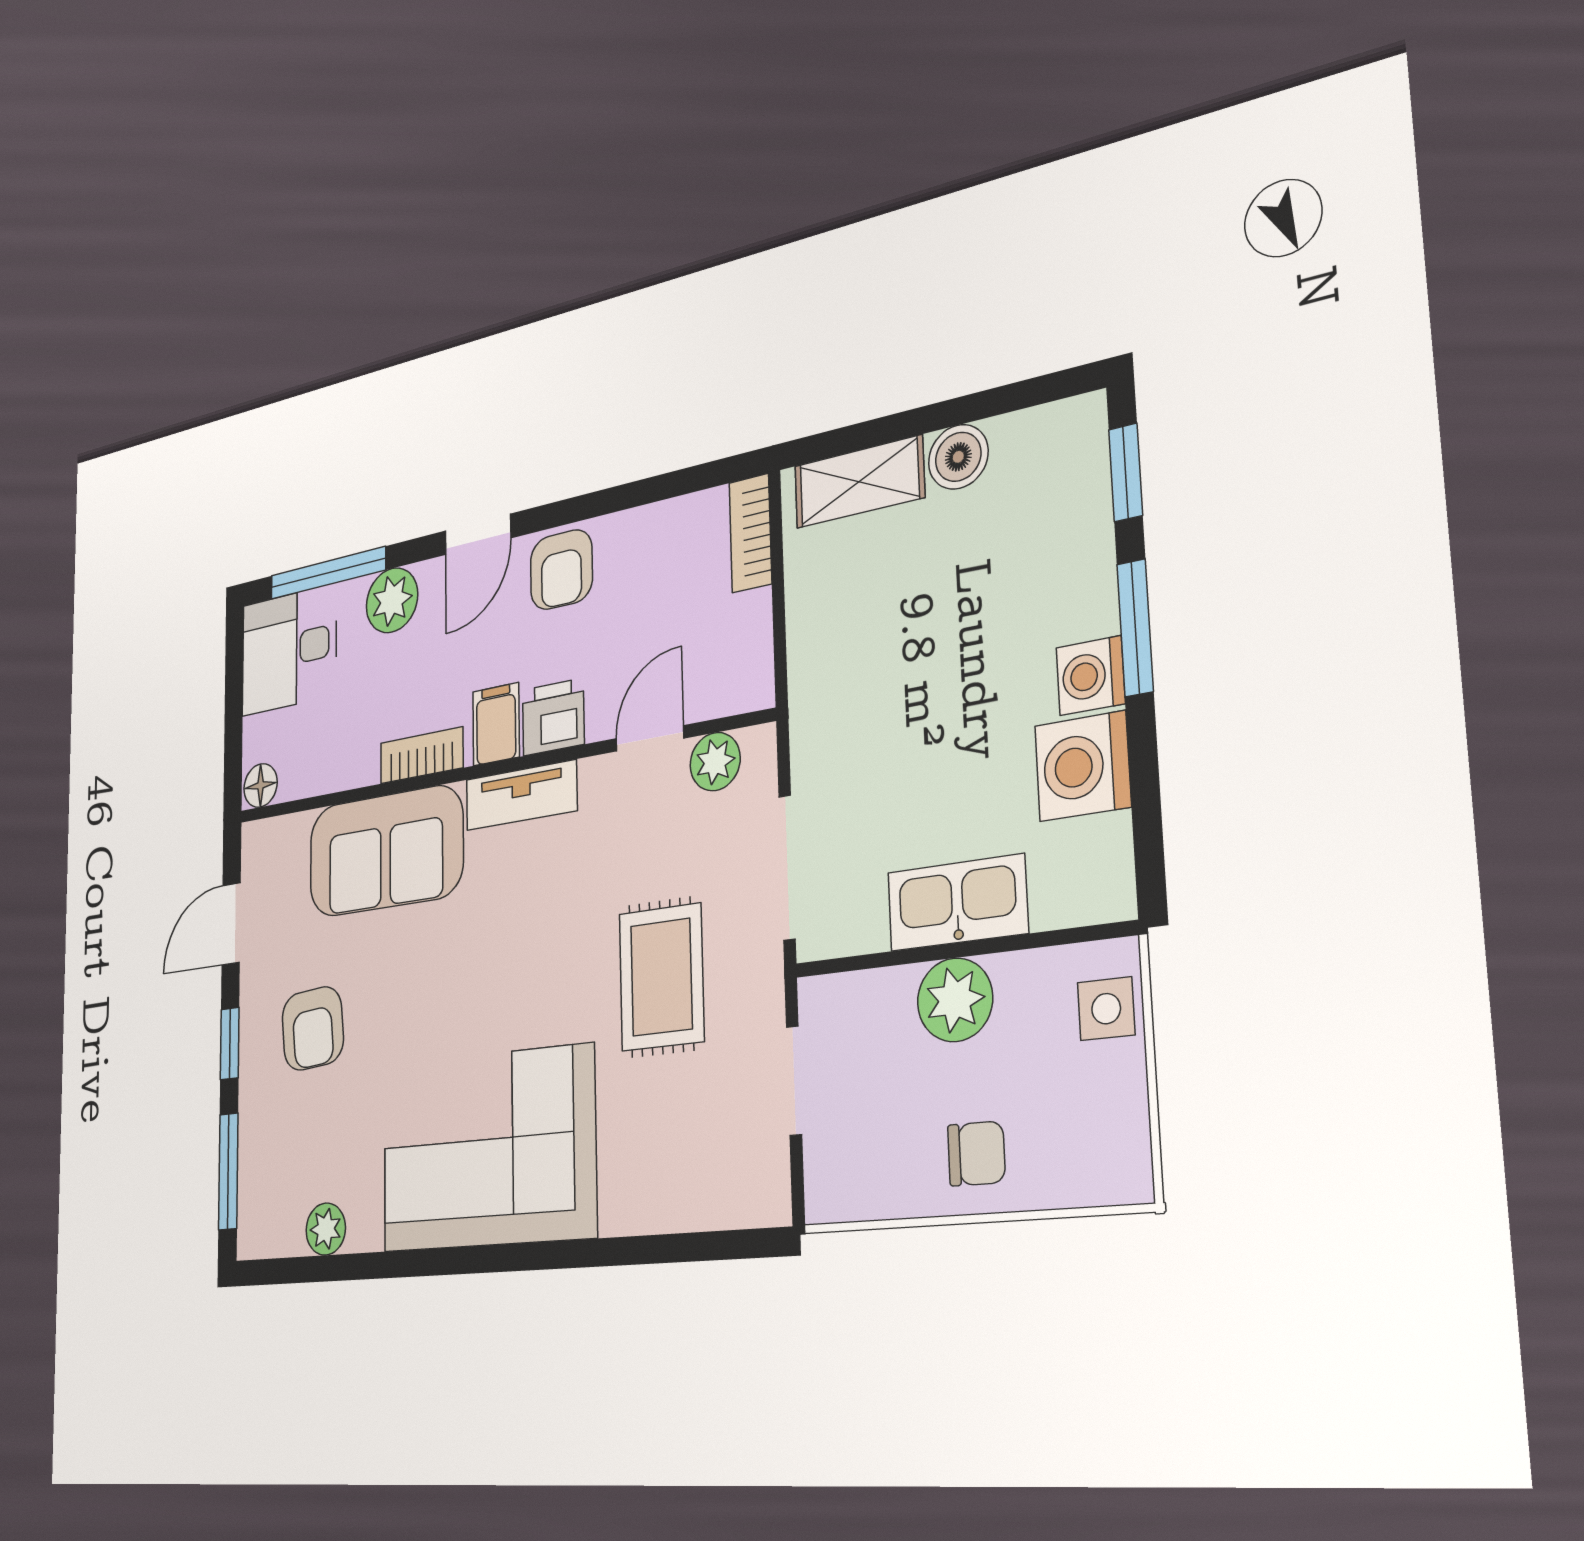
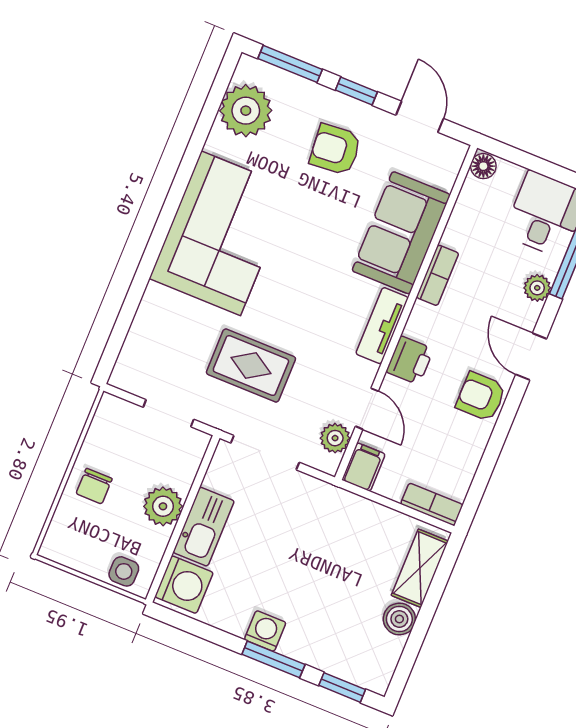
plant: (392, 600) -> (537, 288), width x0.73, depth x0.73
filing cabinet: (496, 724) -> (363, 467), moved, turned -90
washing machine: (1083, 766) -> (184, 585), moved, turned 90
plant: (326, 1229) -> (246, 111), width x1.87, depth x1.87

